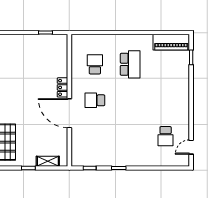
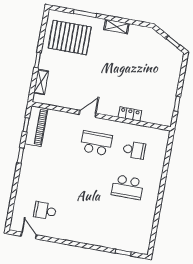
piano: (171, 42) -> (36, 126), moved, turned 180
locker: (62, 87) -> (130, 114), moved
school desk: (95, 100) -> (96, 143), width x1.85
door: (69, 113) -> (88, 114), width x0.53

